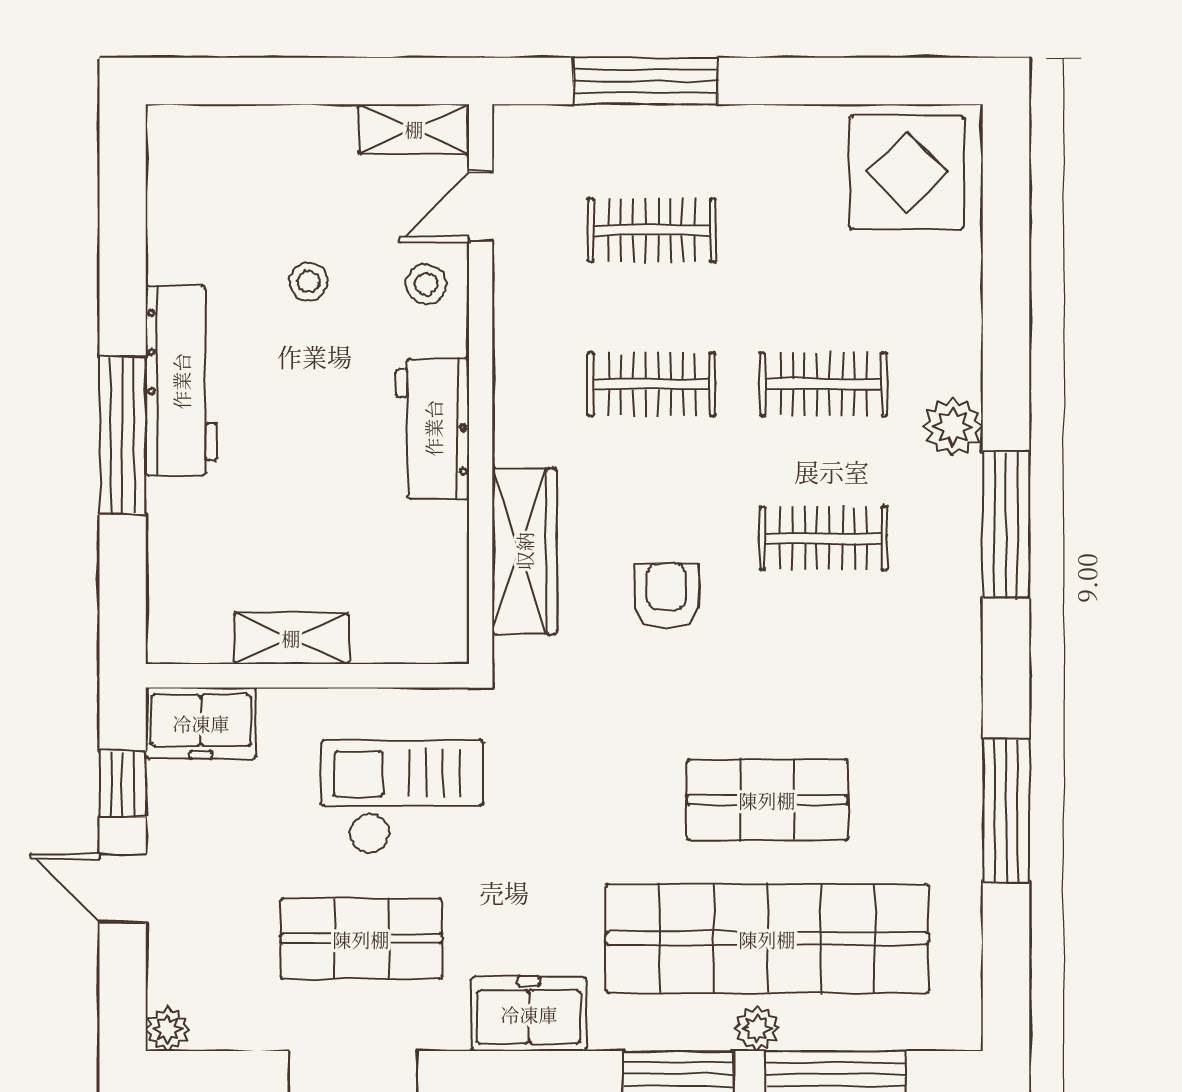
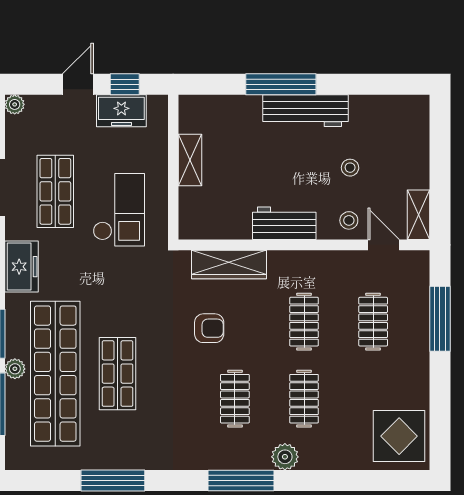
freezer: (201, 723) -> (121, 111), moved, turned -90

